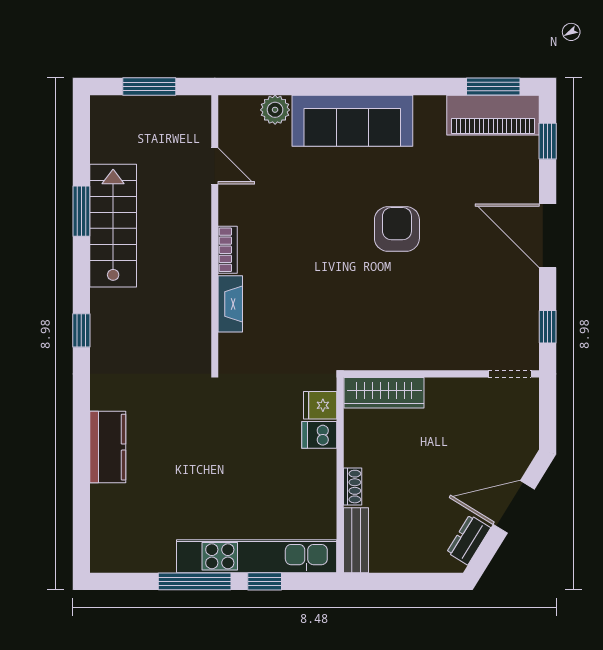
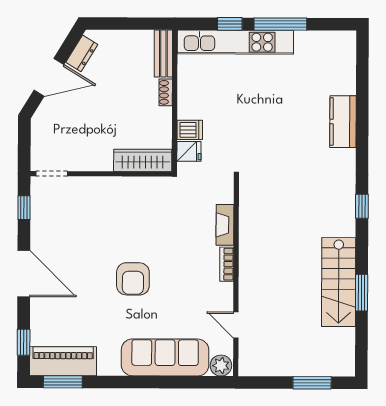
door: (215, 166) -> (236, 325), moved
wall: (215, 233) -> (236, 276), moved
bookcase: (228, 250) -> (227, 264), moved
fireplace: (230, 304) -> (225, 225), moved

